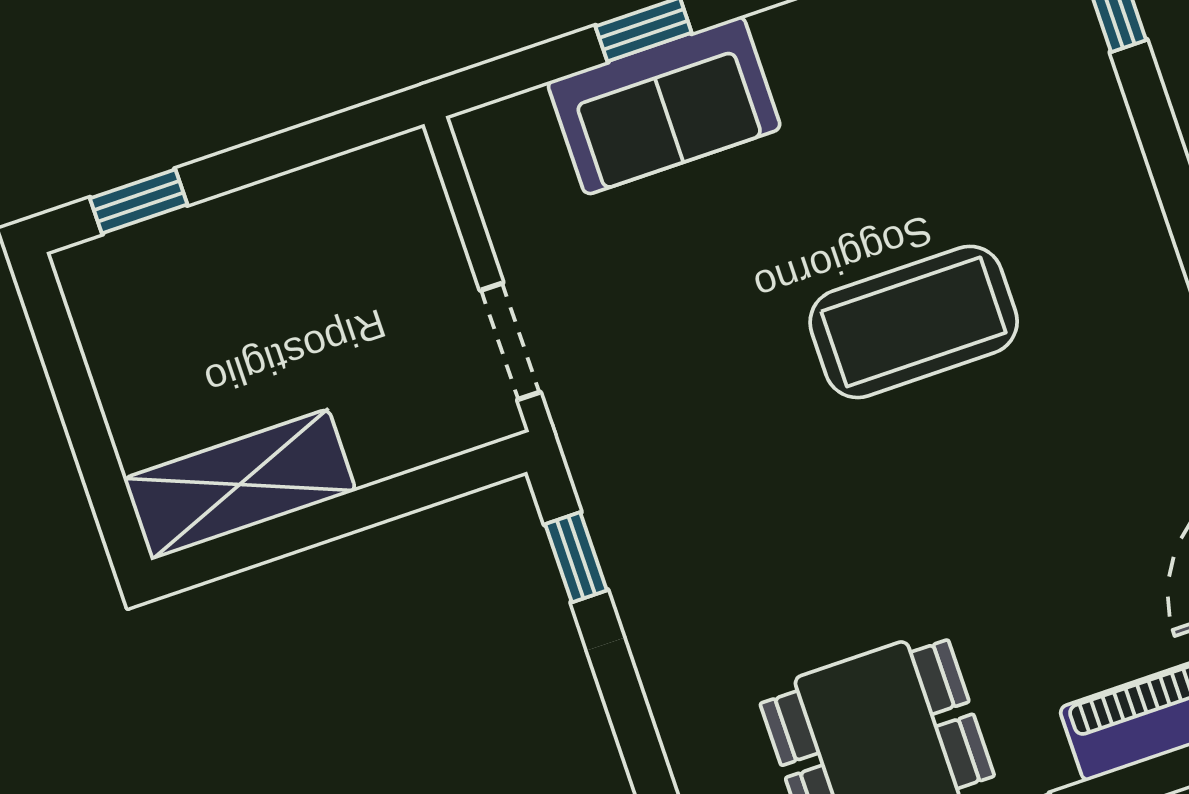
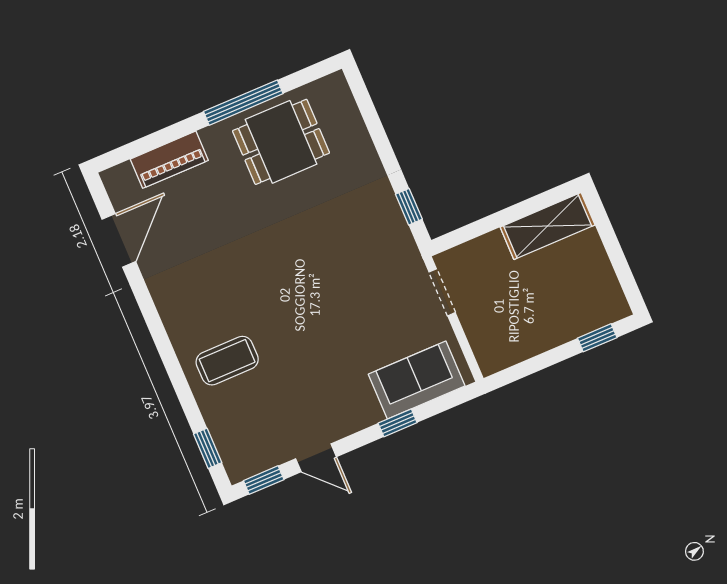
sofa: (664, 105) -> (417, 380), moved
coffee table: (914, 322) -> (227, 361), moved, width x0.73, depth x0.76

